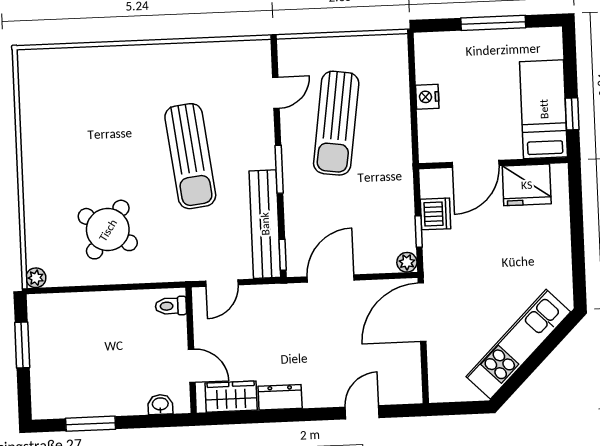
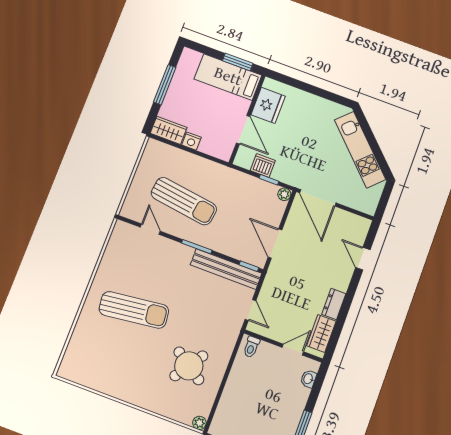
wardrobe: (429, 57) -> (169, 130), added
window: (572, 114) -> (238, 62), width x1.50
sun lounger: (190, 156) -> (134, 310), moved

